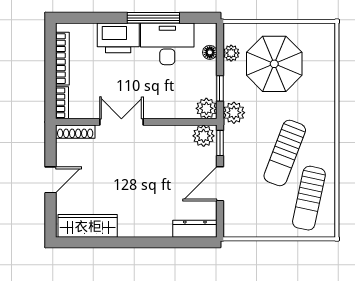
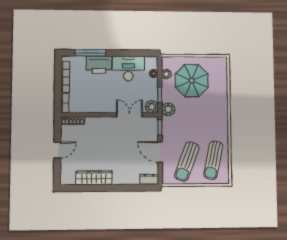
window: (153, 18) -> (90, 53), moved
double door: (121, 122) -> (129, 115), moved
plant: (204, 136) -> (150, 123), removed
sun lounger: (285, 153) -> (187, 162), moved
door: (220, 184) -> (160, 152), hinge flipped
wardrobe: (88, 226) -> (94, 178), moved
dresser: (195, 229) -> (149, 179), width x0.70

